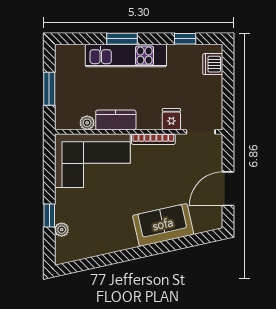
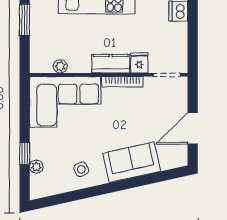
window: (49, 89) -> (25, 20), moved
kitchen counter: (116, 120) -> (111, 64), moved
side table: (109, 232) -> (81, 169), added

